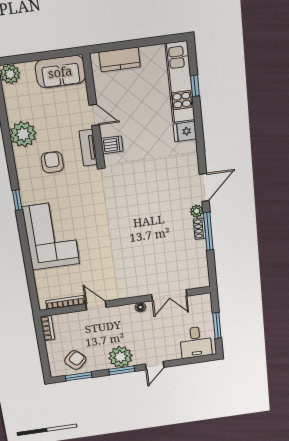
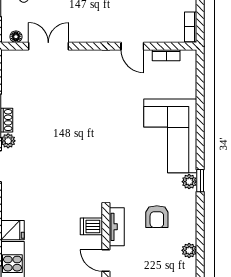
plant: (23, 134) -> (189, 250), width x0.53, depth x0.53
plant: (27, 198) -> (189, 182), added
bookcase: (65, 302) -> (166, 55), width x0.64
floor lamp: (140, 307) -> (16, 37), moved

